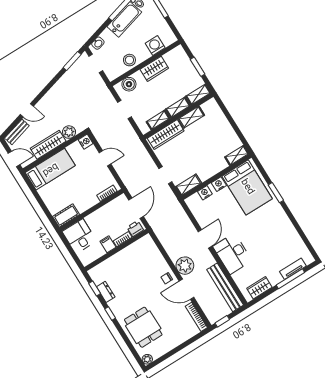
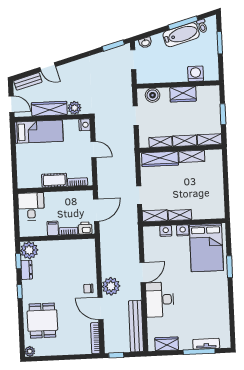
stool: (129, 60) -> (165, 74), removed
shelving: (237, 155) -> (180, 215), moved
cot: (66, 216) -> (54, 180), moved
plant: (99, 274) -> (29, 250), added

